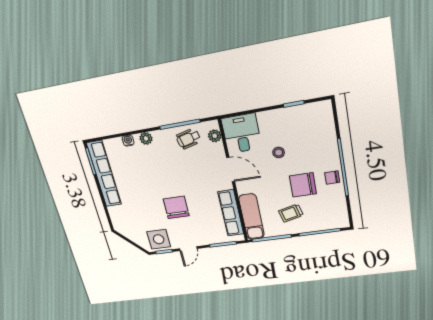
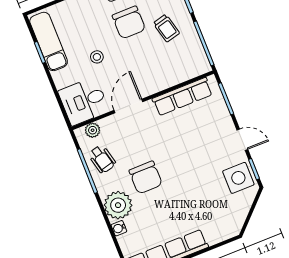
plant: (146, 138) -> (118, 205), width x1.87, depth x1.87
chair: (176, 207) -> (146, 177), moved, turned -90
exam couch: (252, 217) -> (49, 41), moved, turned 90

